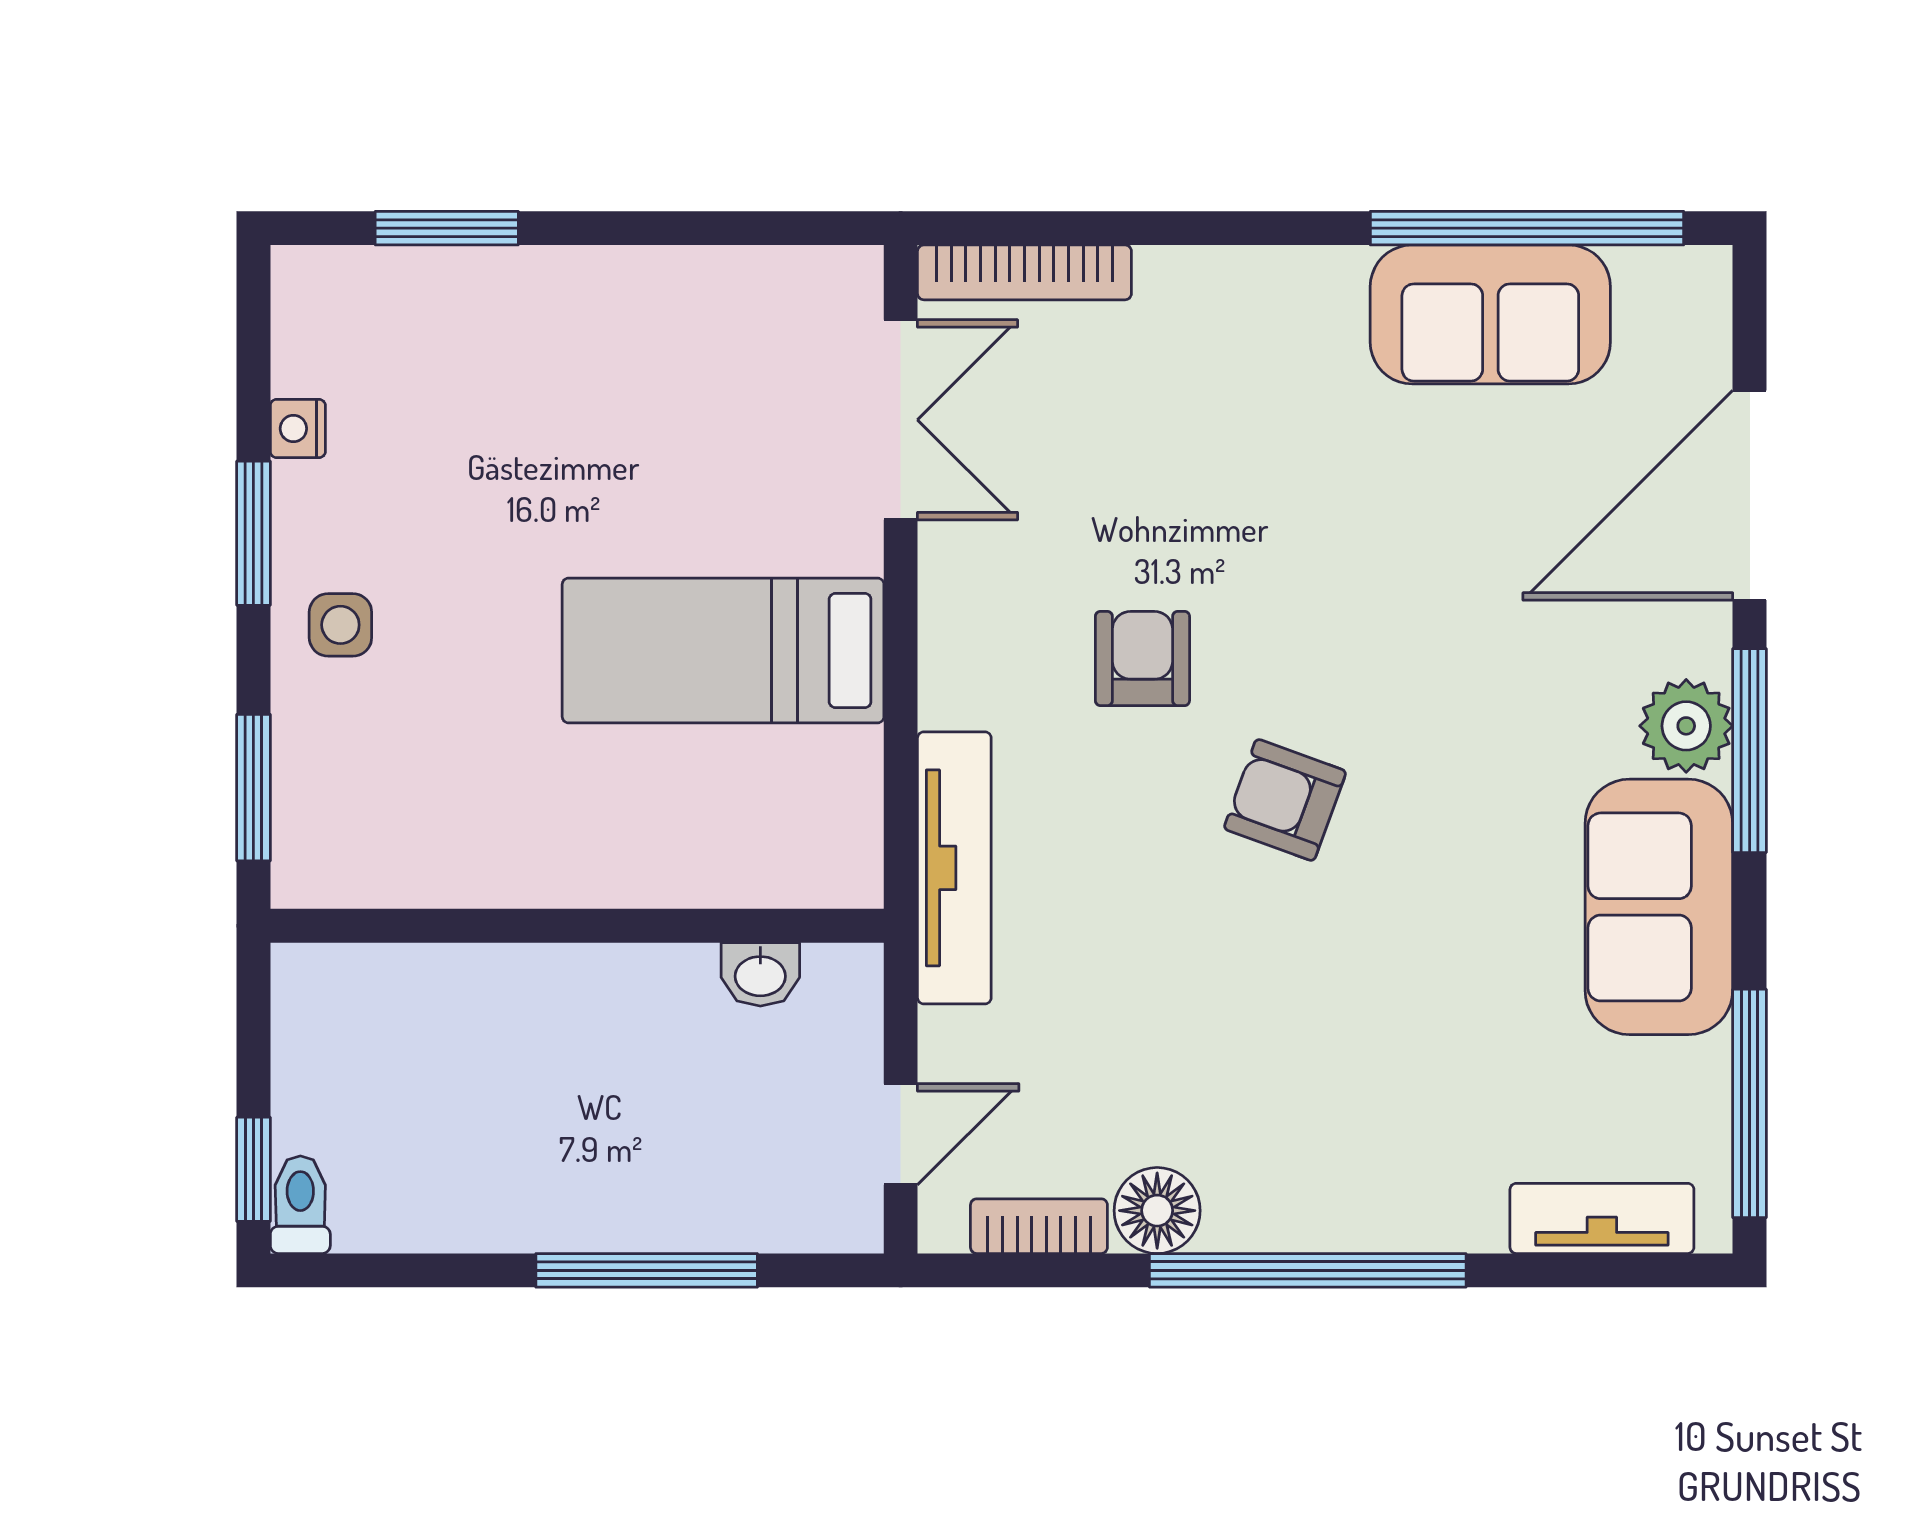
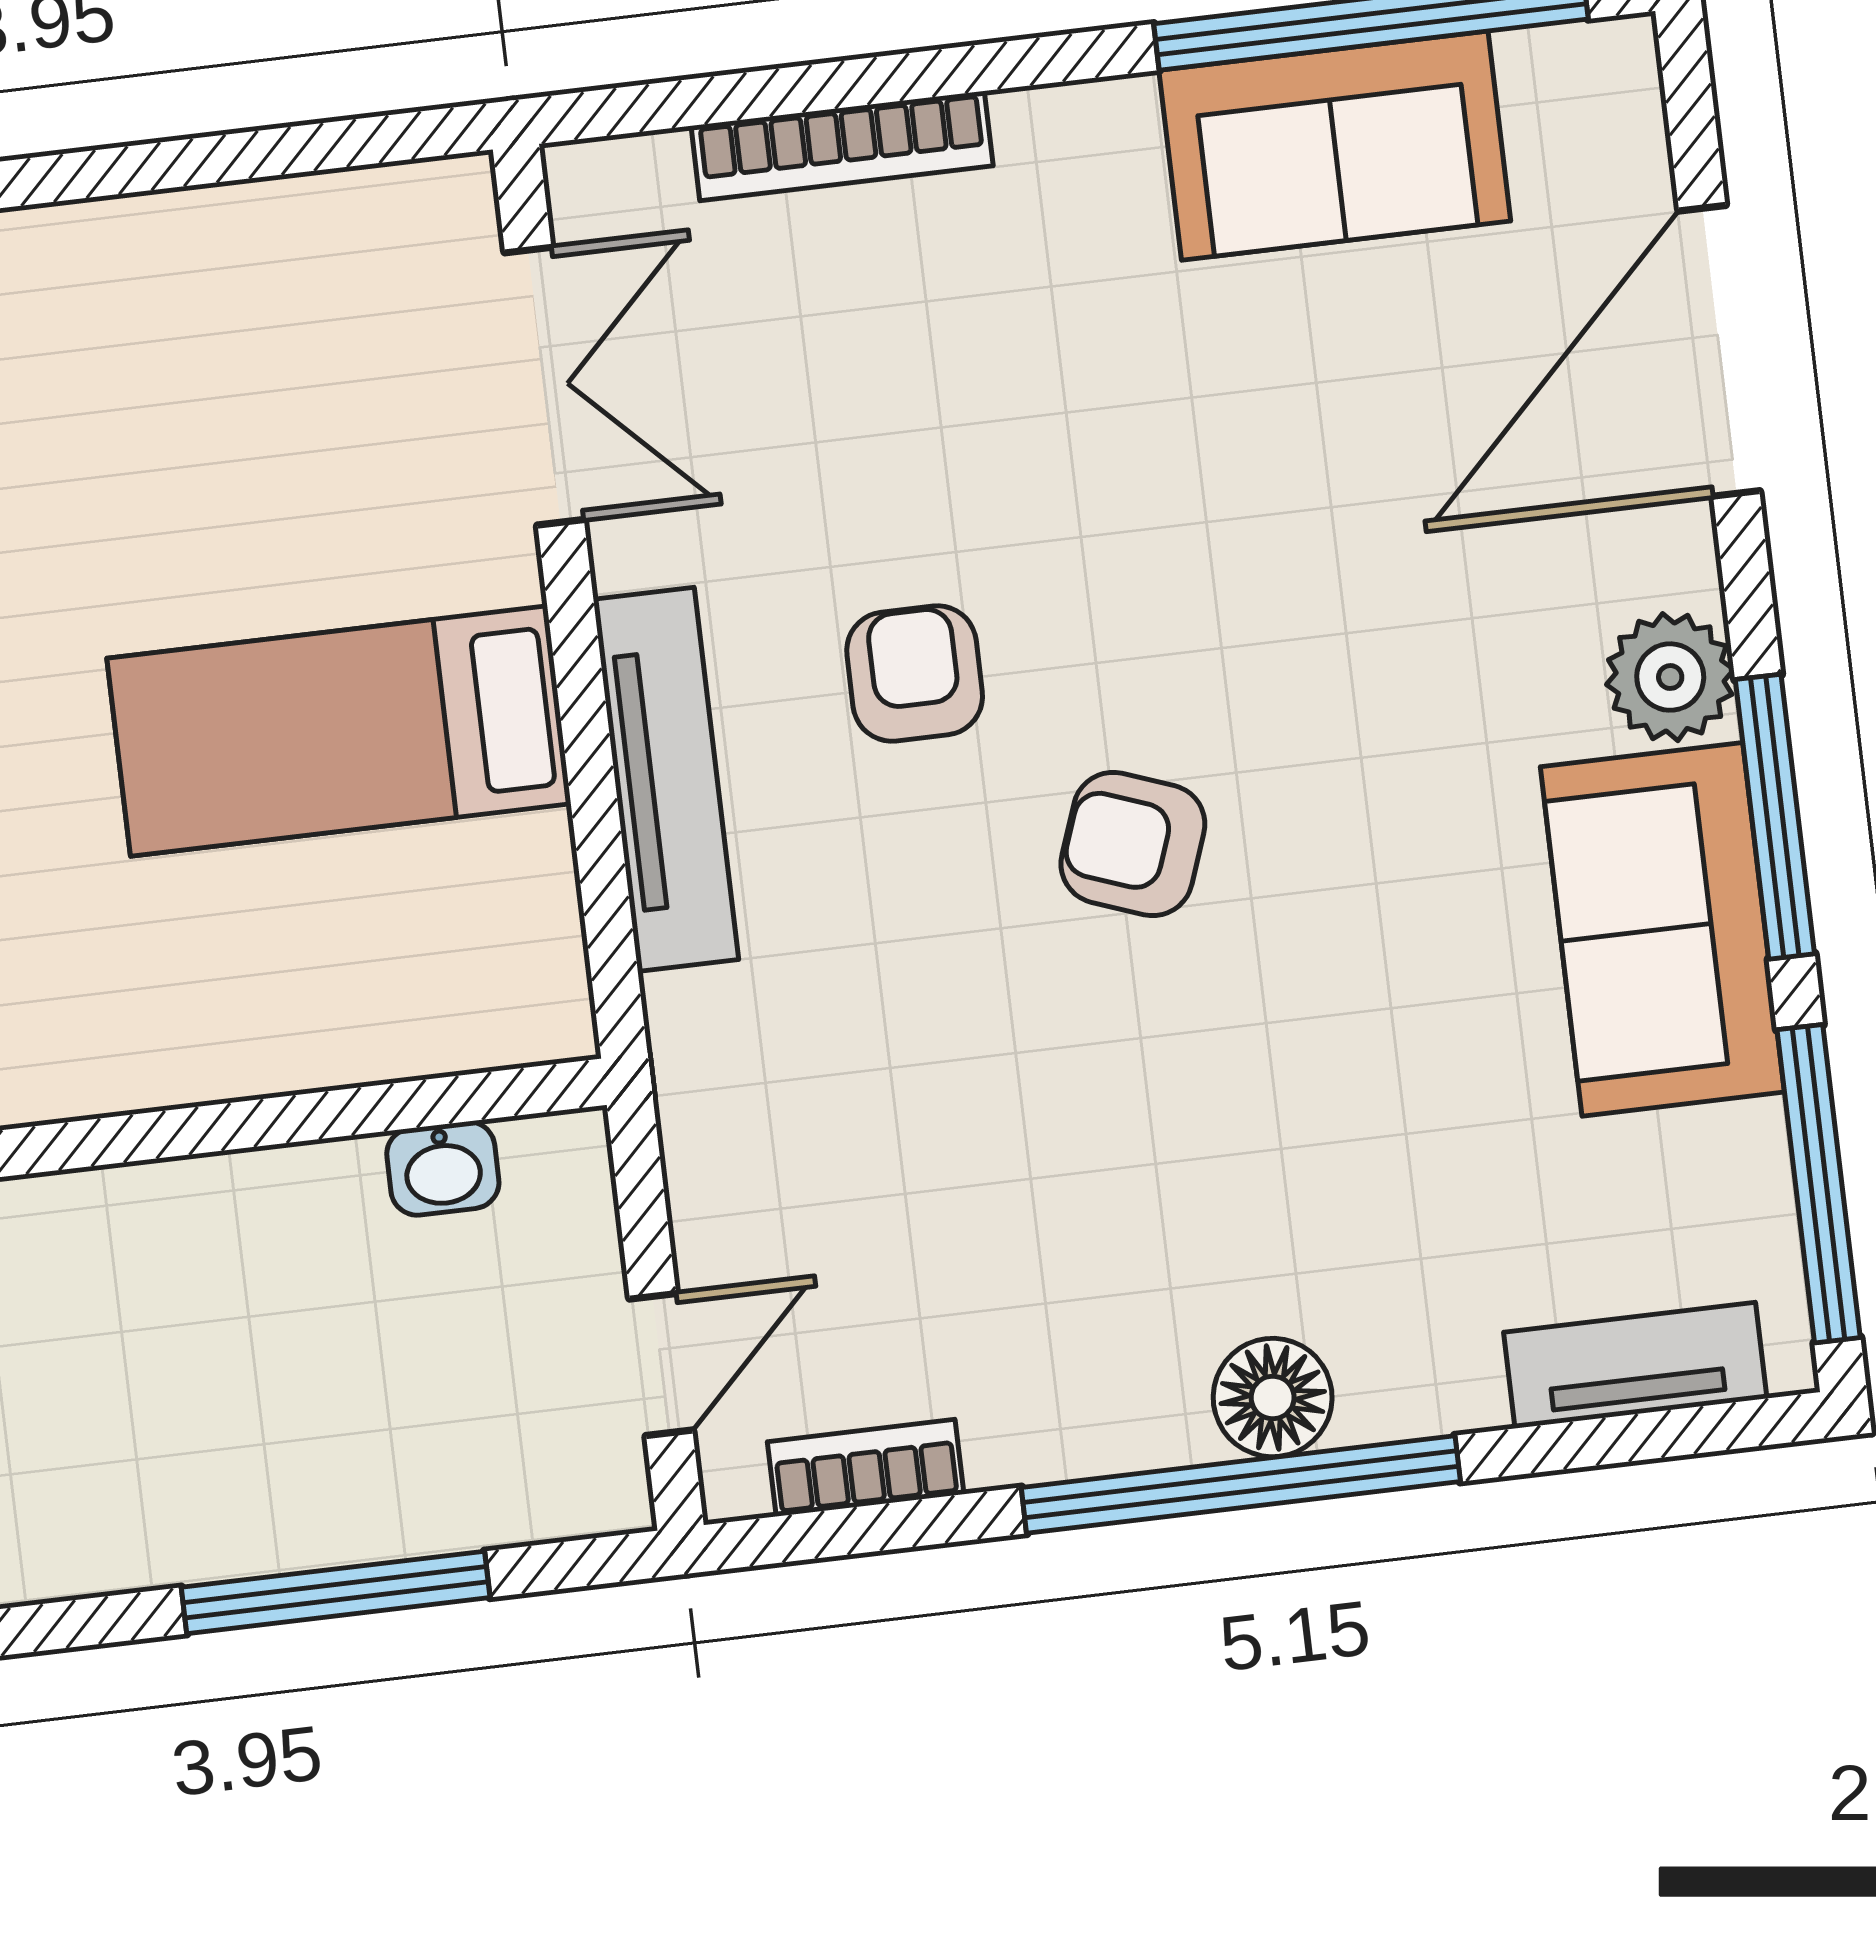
bookcase: (1024, 272) -> (842, 146), moved
window: (1750, 751) -> (1775, 817), moved
tv unit: (954, 868) -> (666, 779), moved
floor lamp: (1157, 1211) -> (1273, 1398), moved

